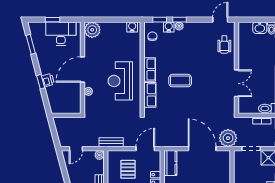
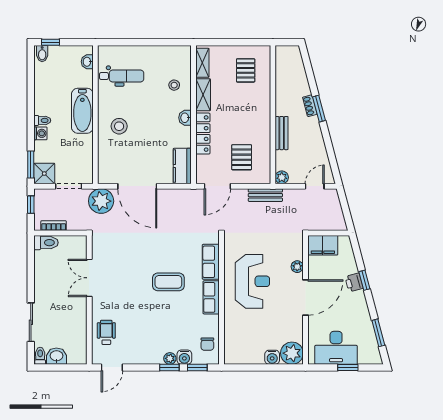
water cooler: (132, 27) -> (272, 357), moved
filing cabinet: (70, 107) -> (323, 245), added

